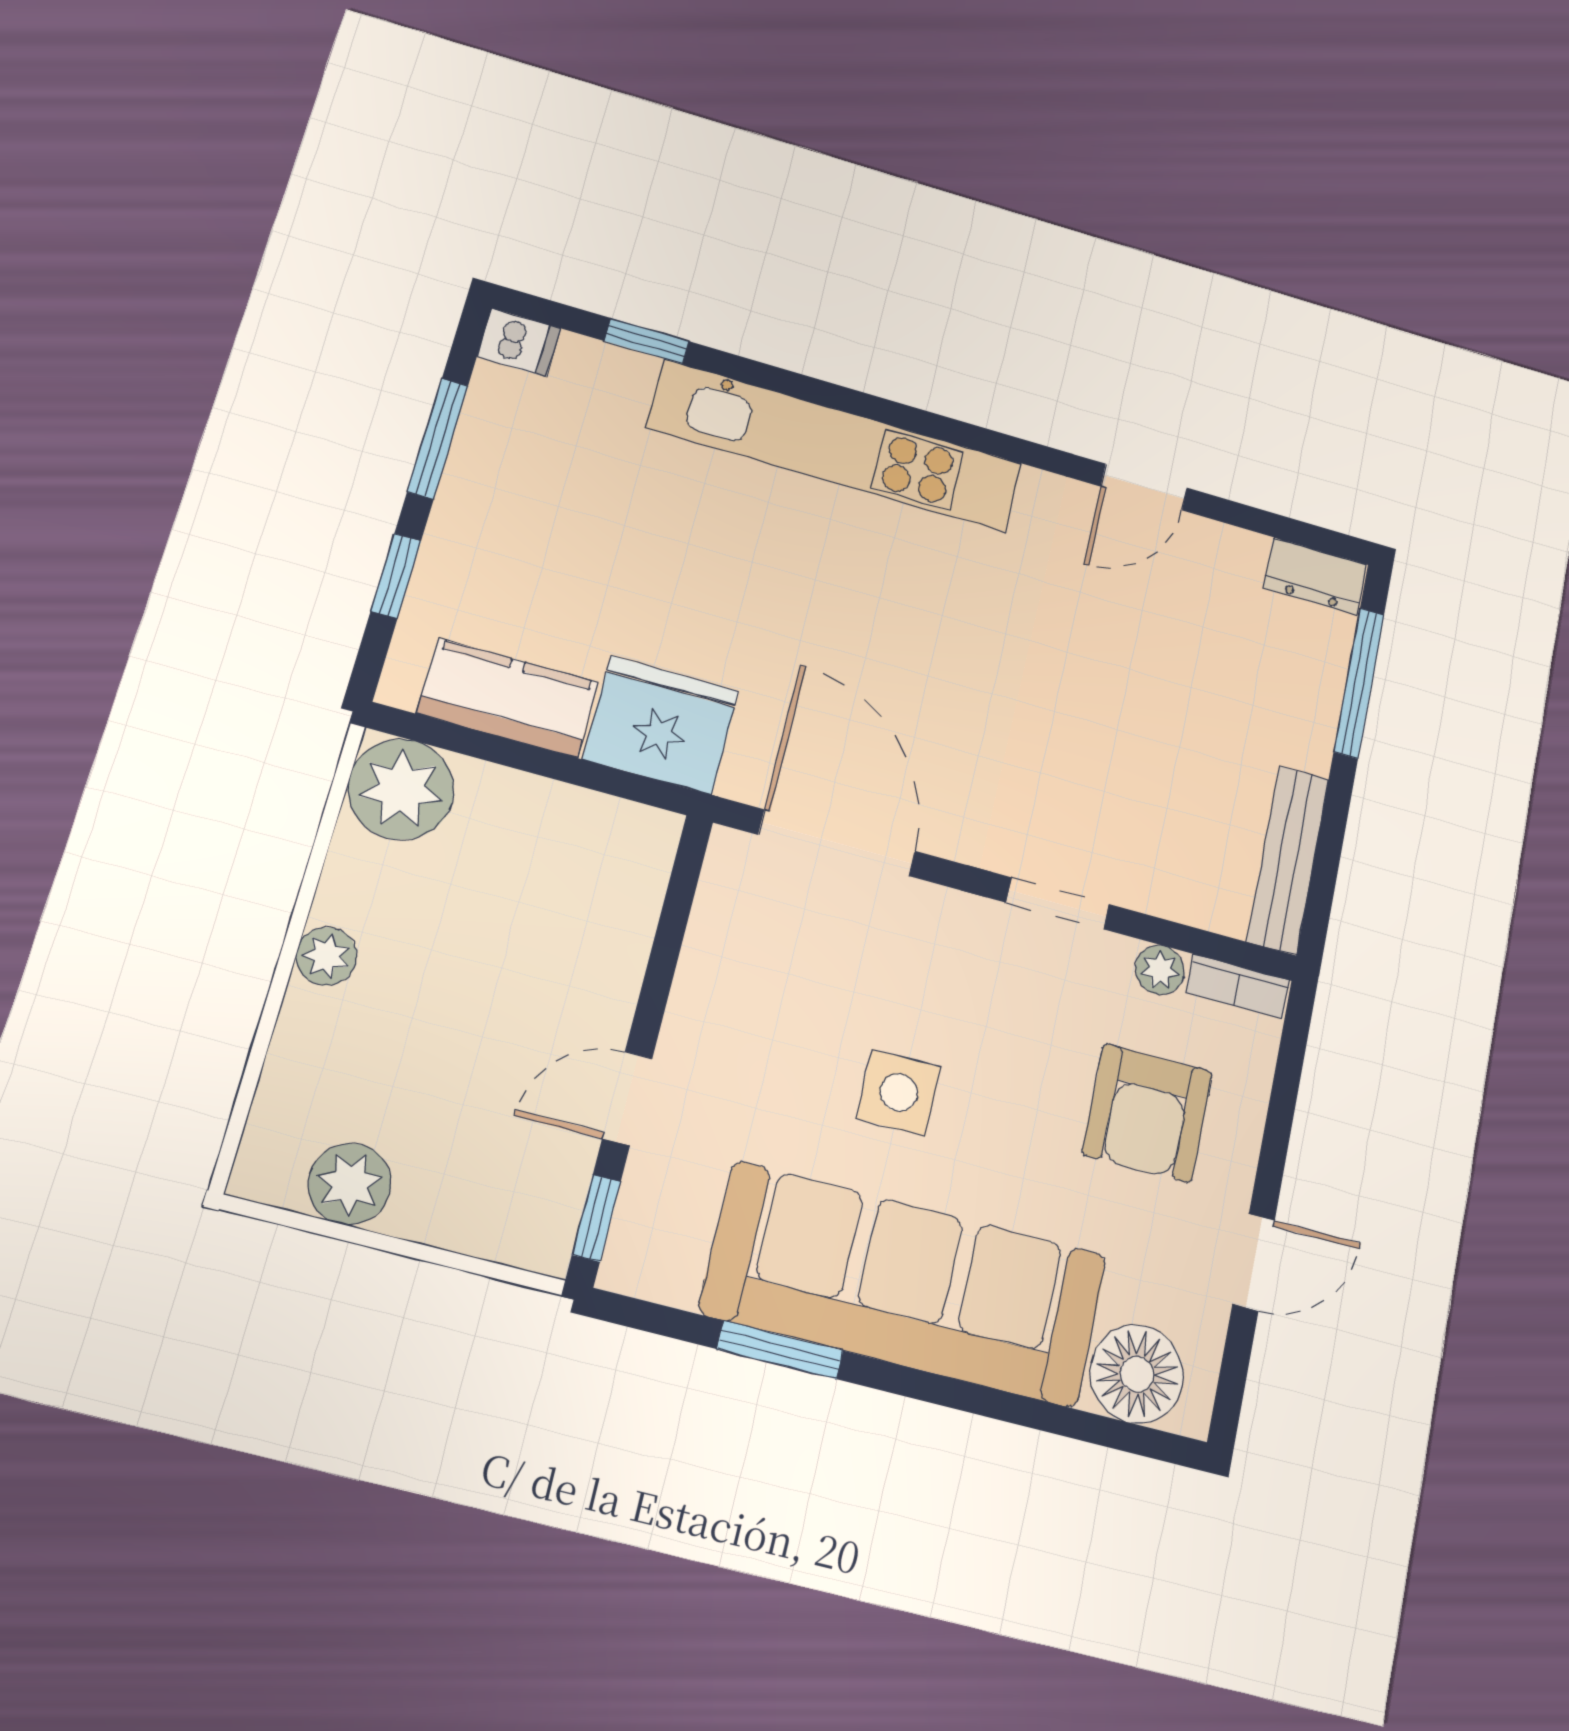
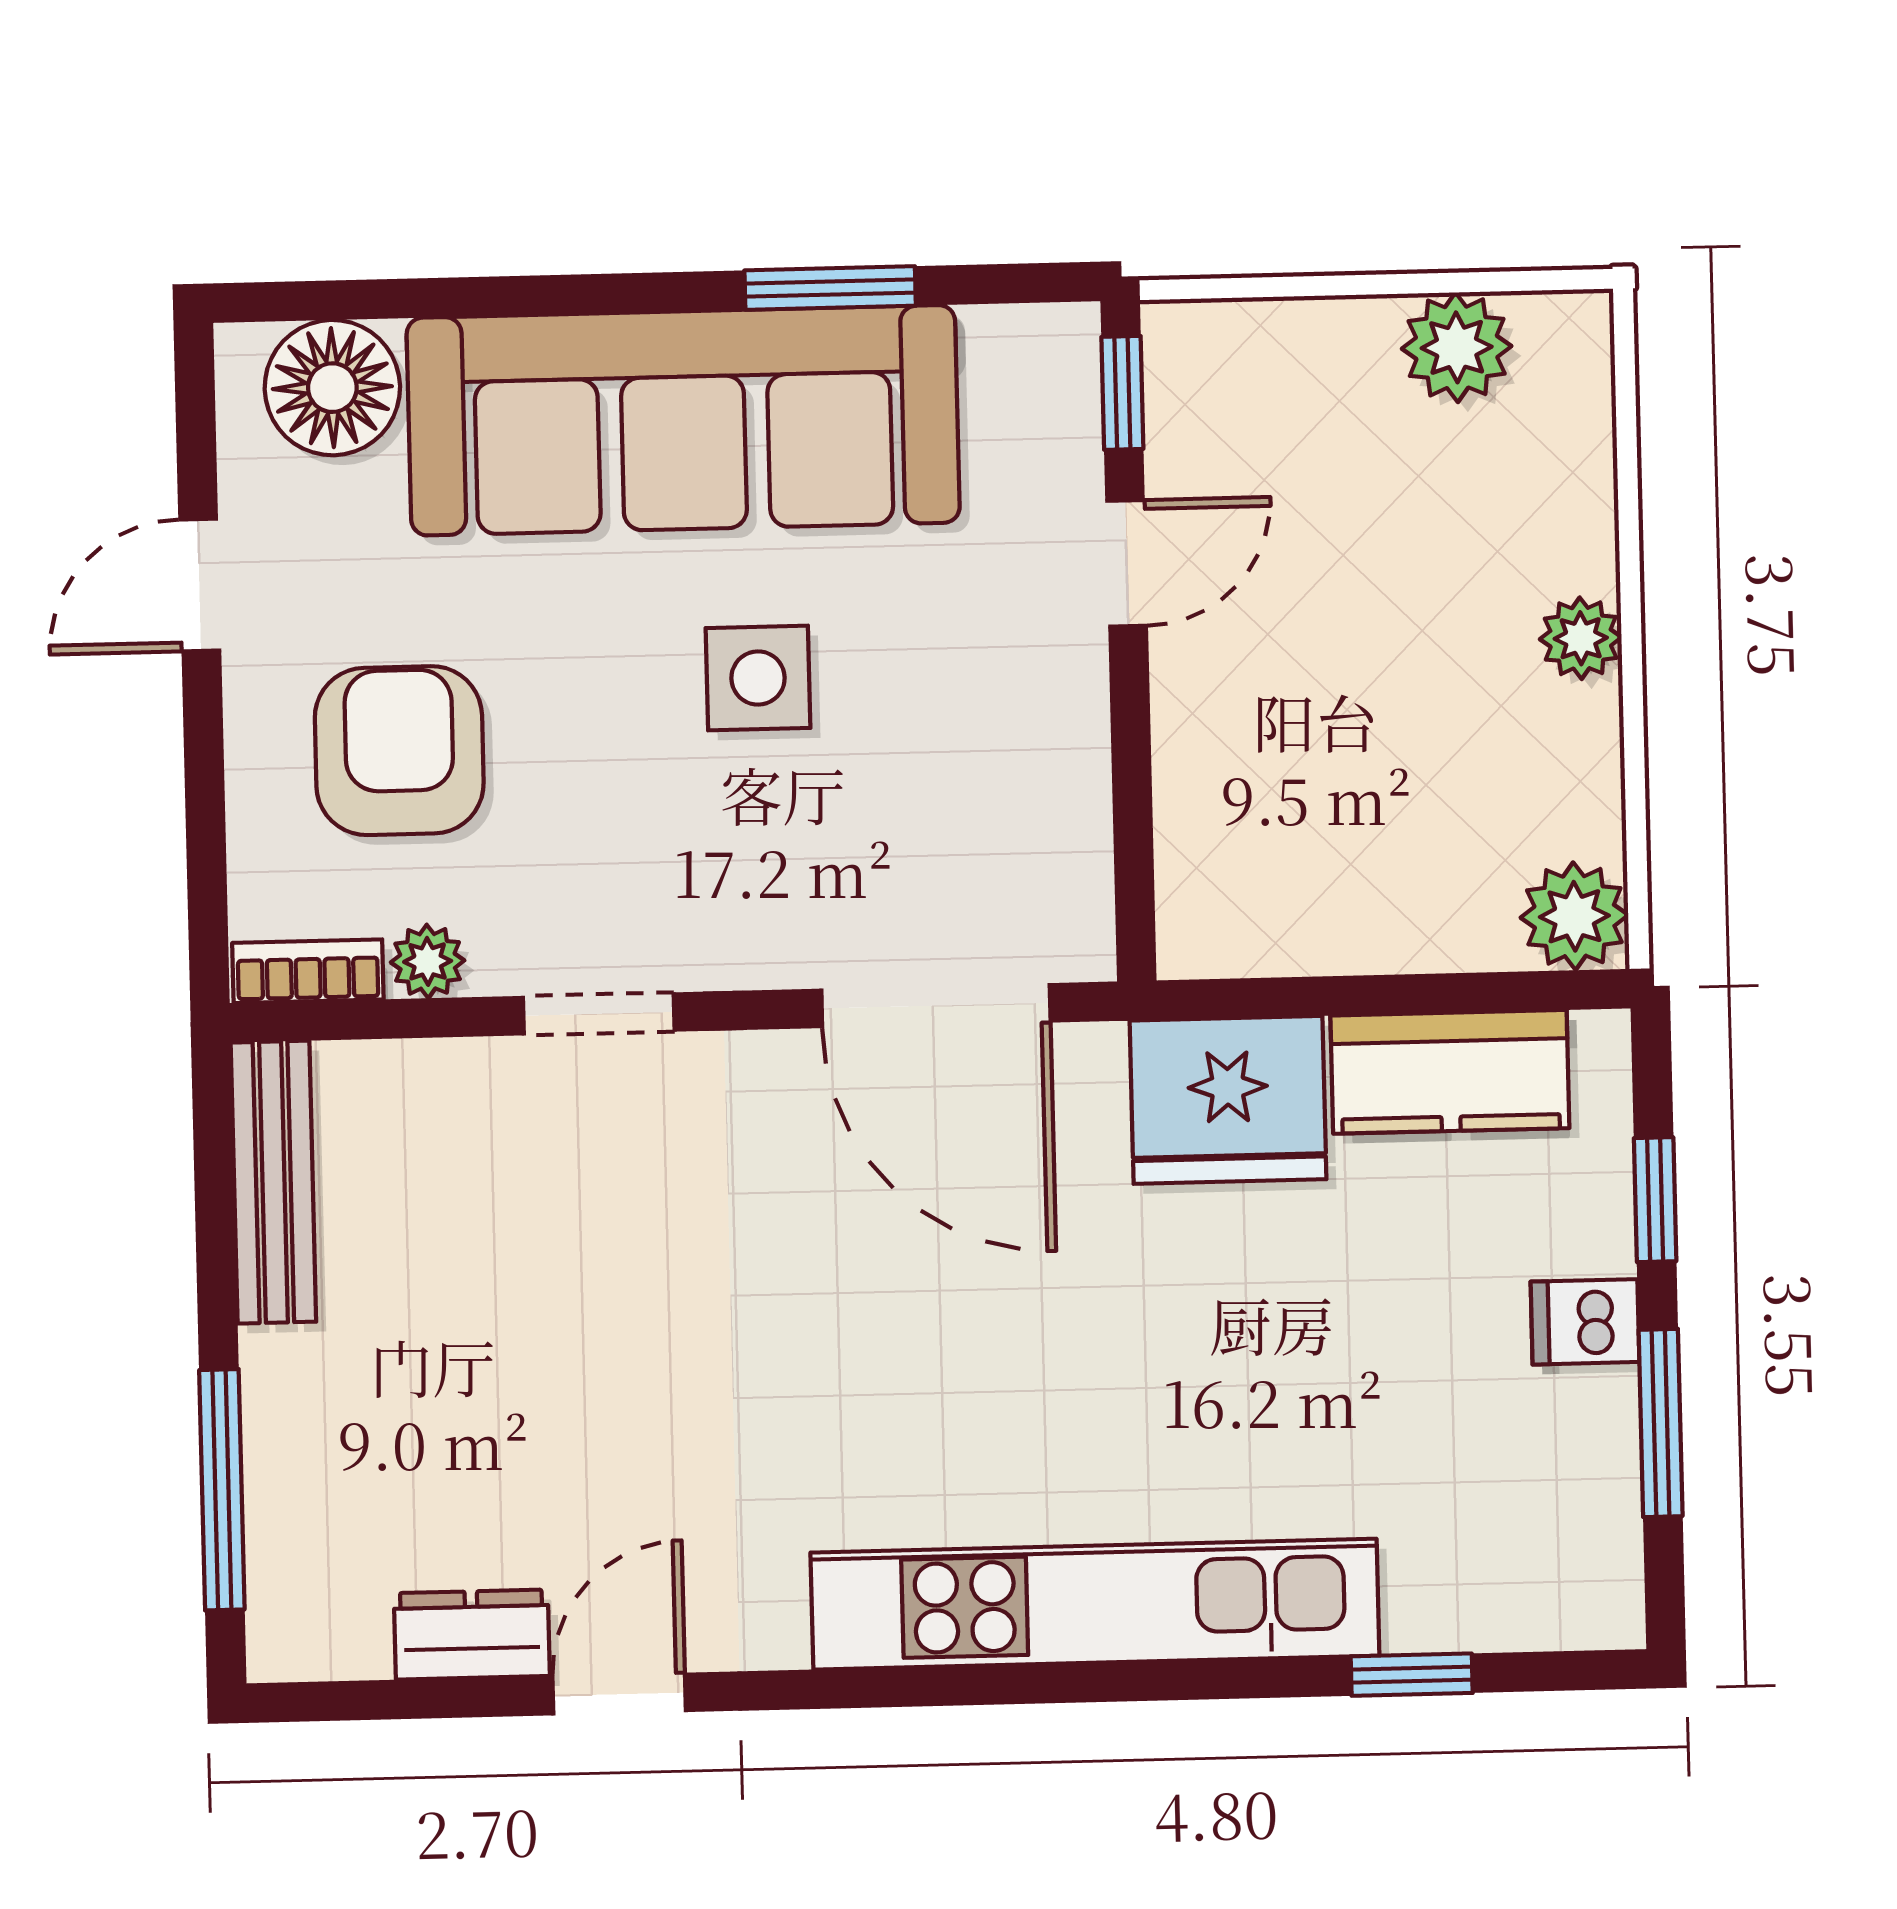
dishwasher: (519, 342) -> (1585, 1322), moved
dresser: (1315, 576) -> (472, 1635), moved
plant: (401, 789) -> (1574, 916), width x0.73, depth x0.73

